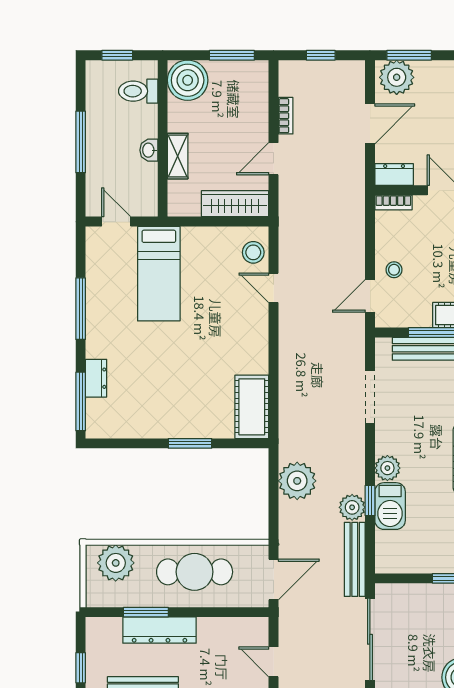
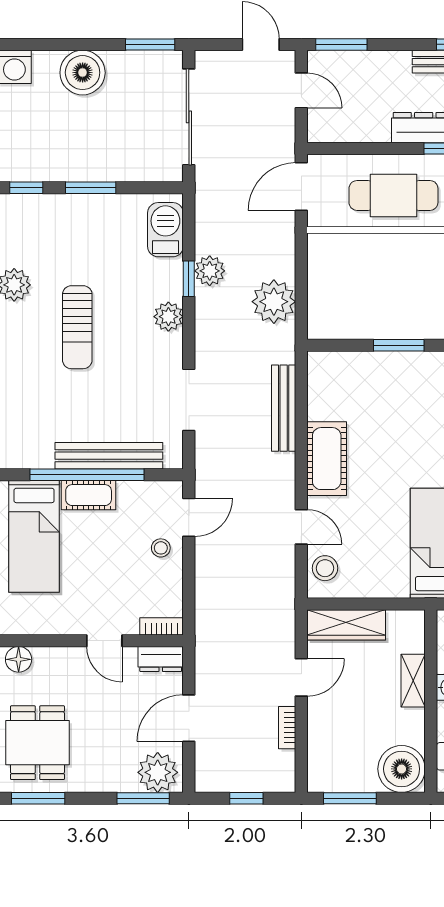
cot: (252, 407) -> (327, 459), moved
barbecue: (390, 506) -> (165, 230), moved
bench: (355, 559) -> (284, 408), moved

